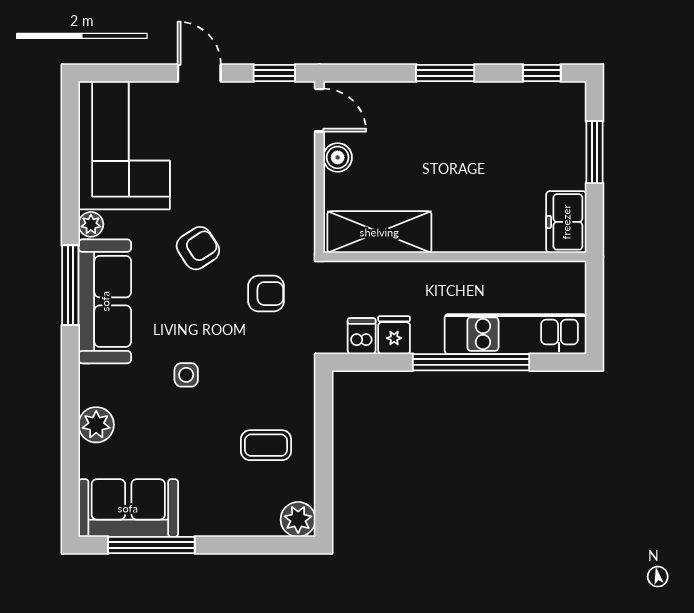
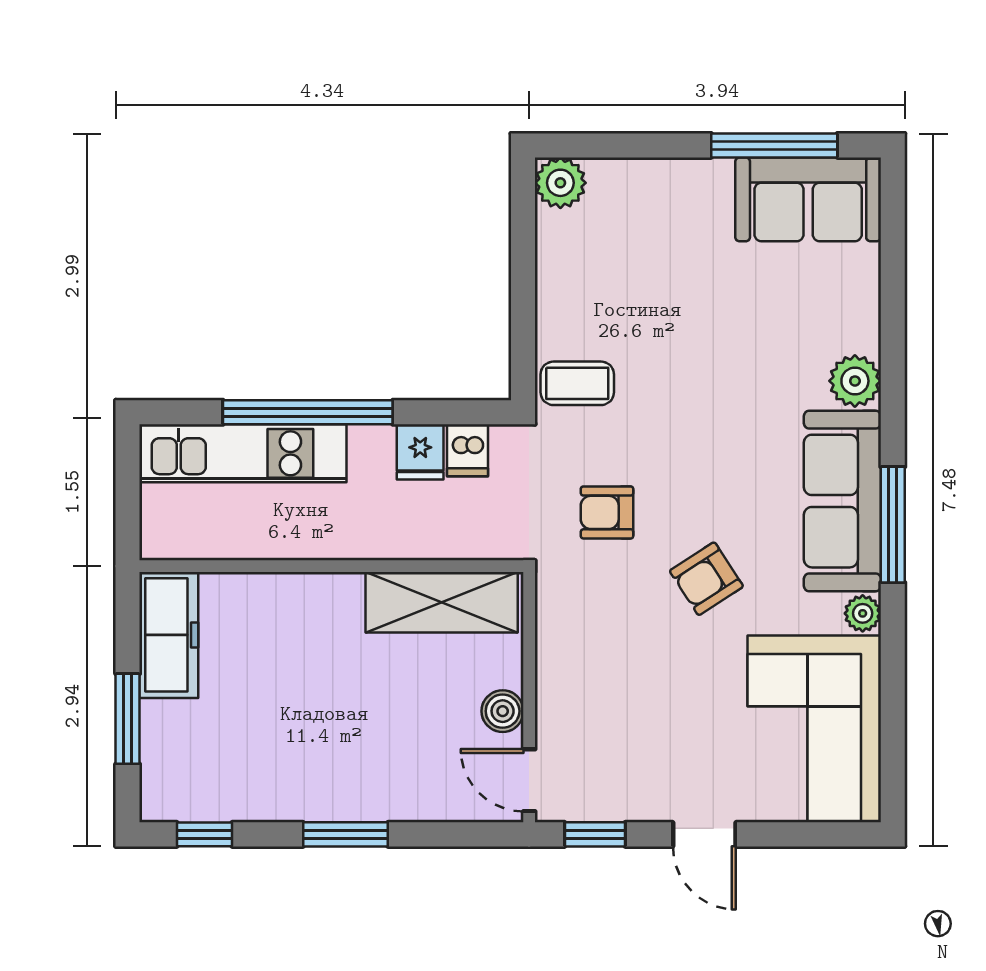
freezer: (566, 222) -> (169, 635), width x1.40
side table: (186, 375) -> (724, 394), removed
plant: (96, 425) -> (855, 381), moved
coffee table: (266, 445) -> (577, 383), moved

